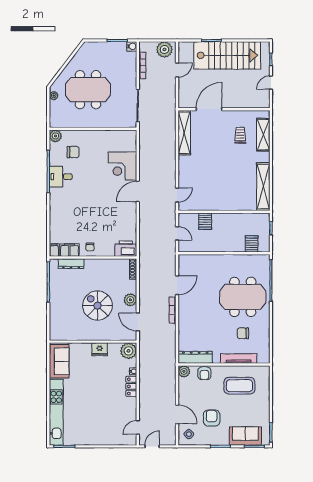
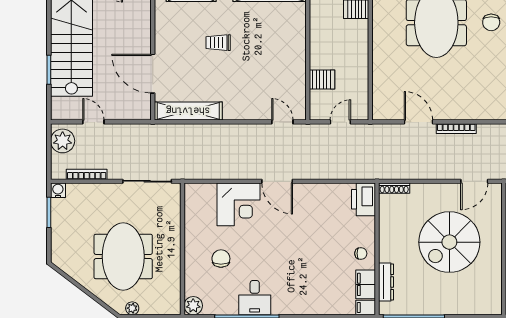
trolley: (240, 135) -> (218, 43), moved
chair: (73, 152) -> (221, 259), moved
plant: (130, 300) -> (441, 192), removed
spiral stairs: (98, 306) -> (449, 242), width x1.37, depth x1.37

